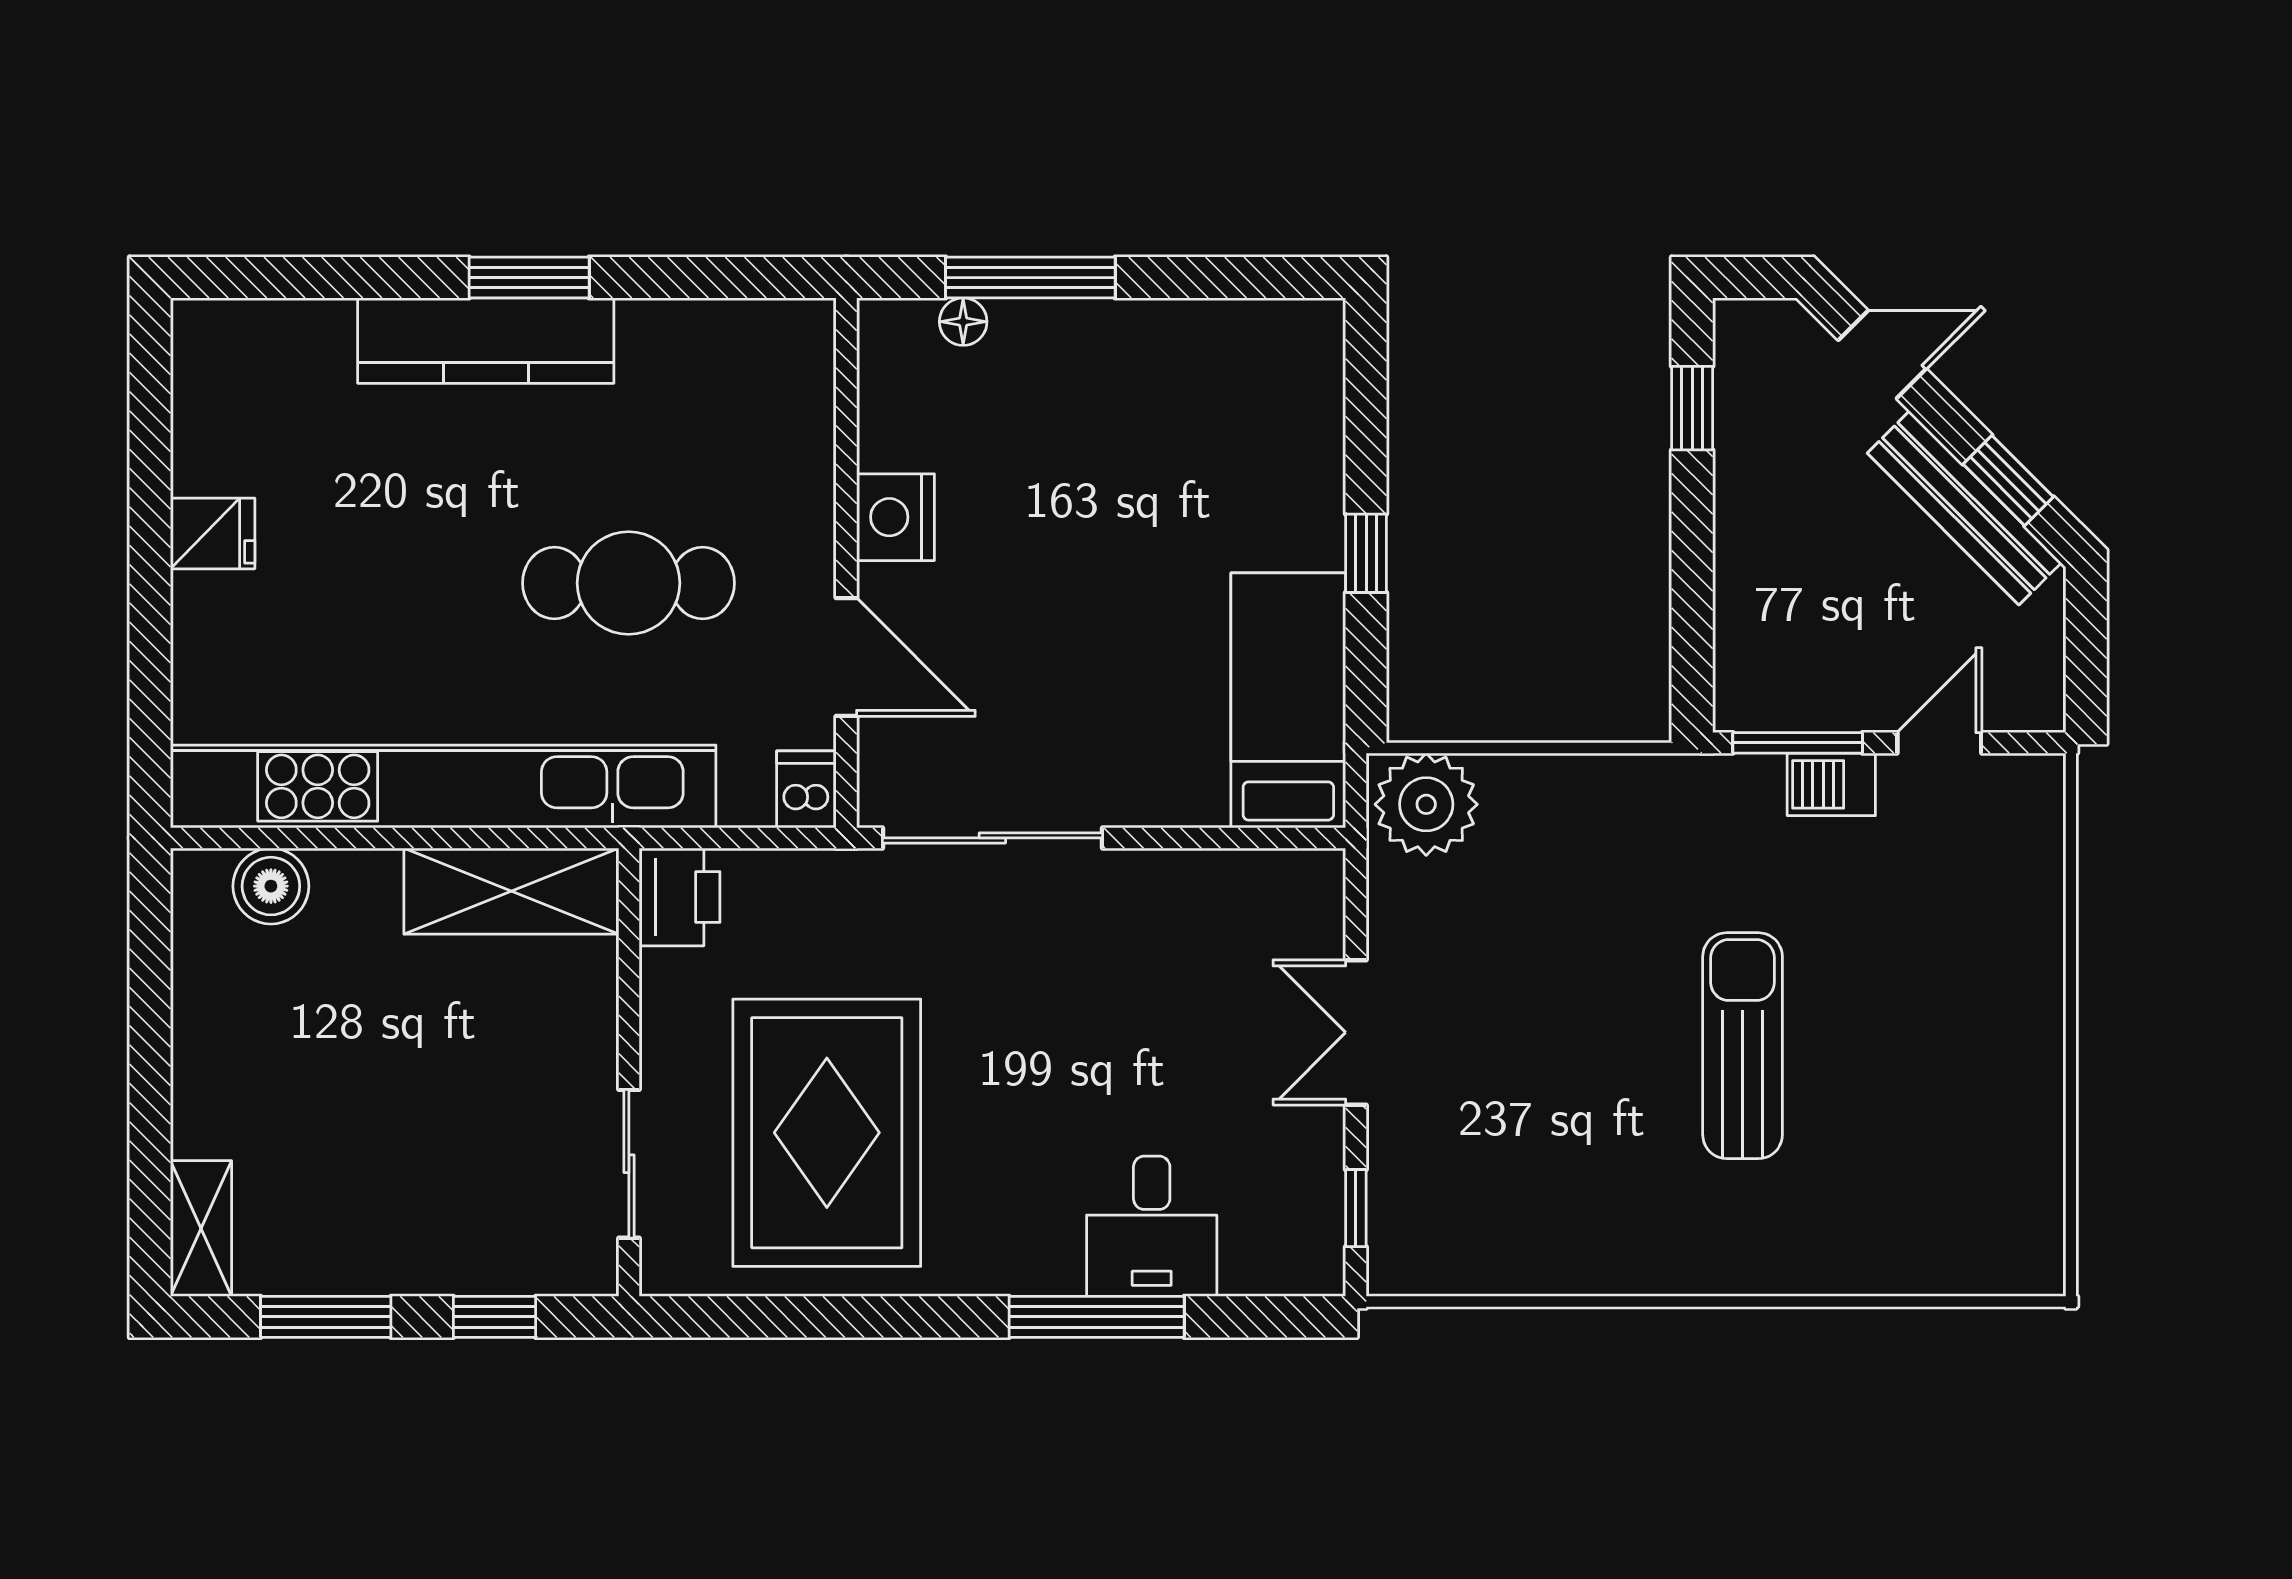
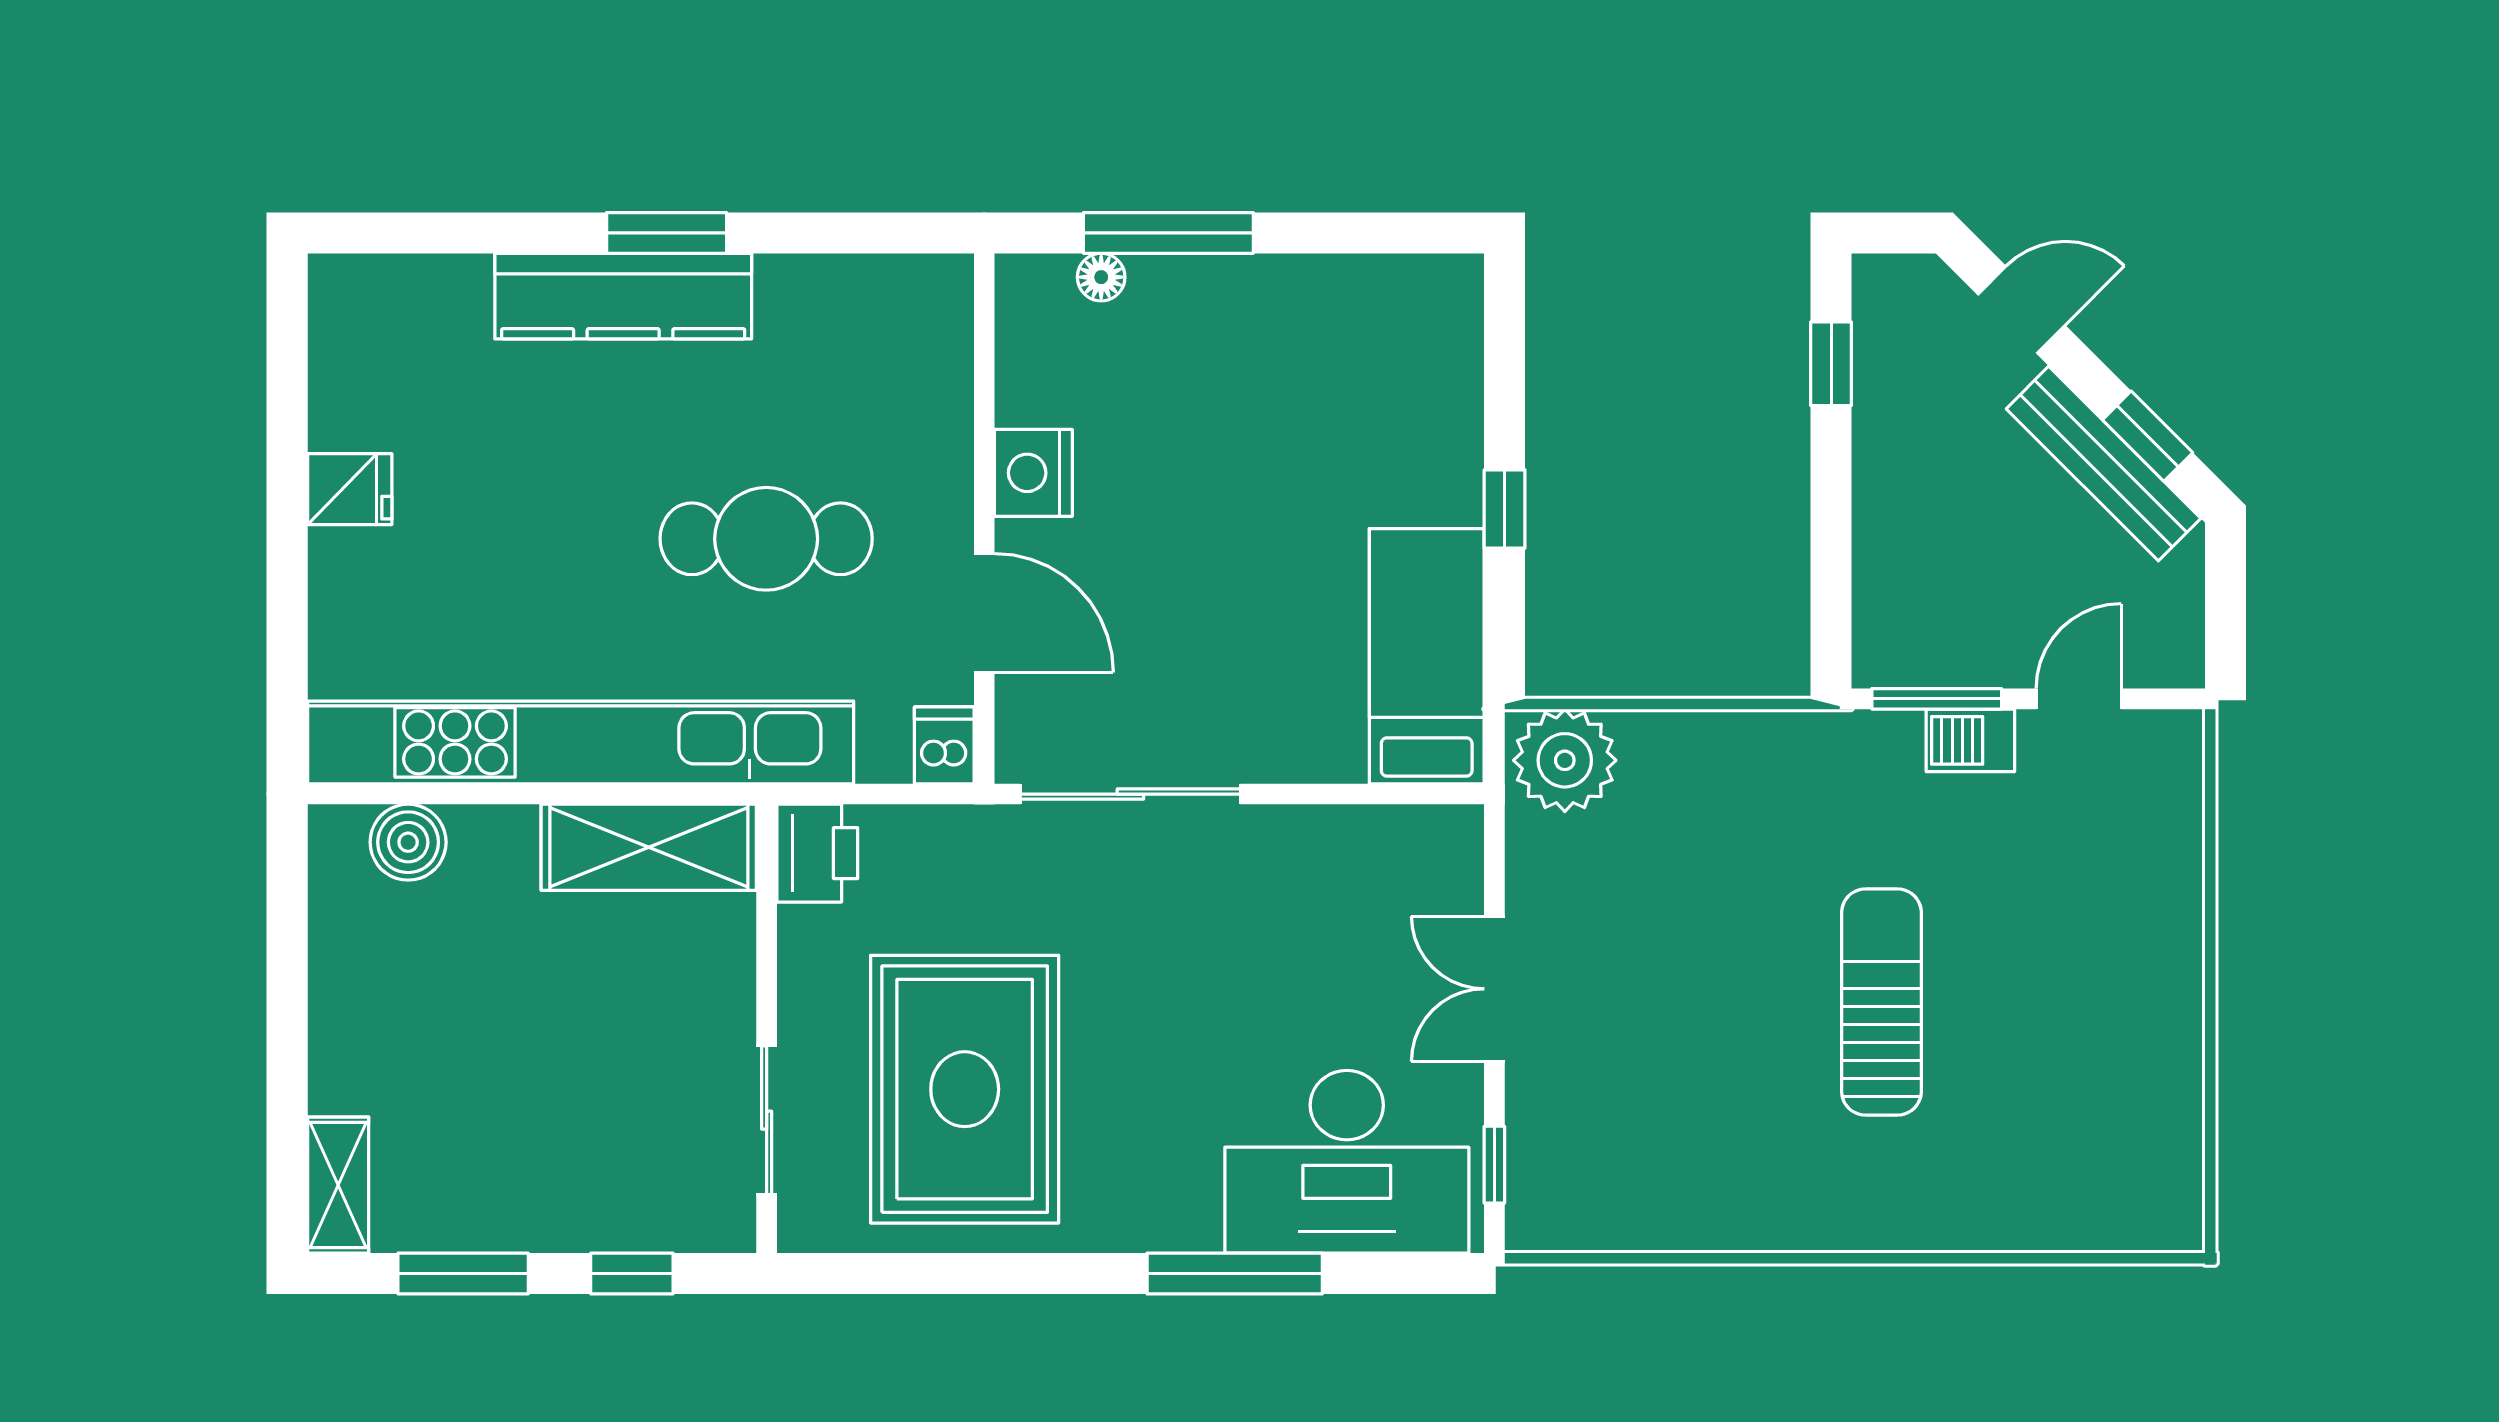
desk: (1152, 1226) -> (1347, 1162), width x1.87, depth x1.30

